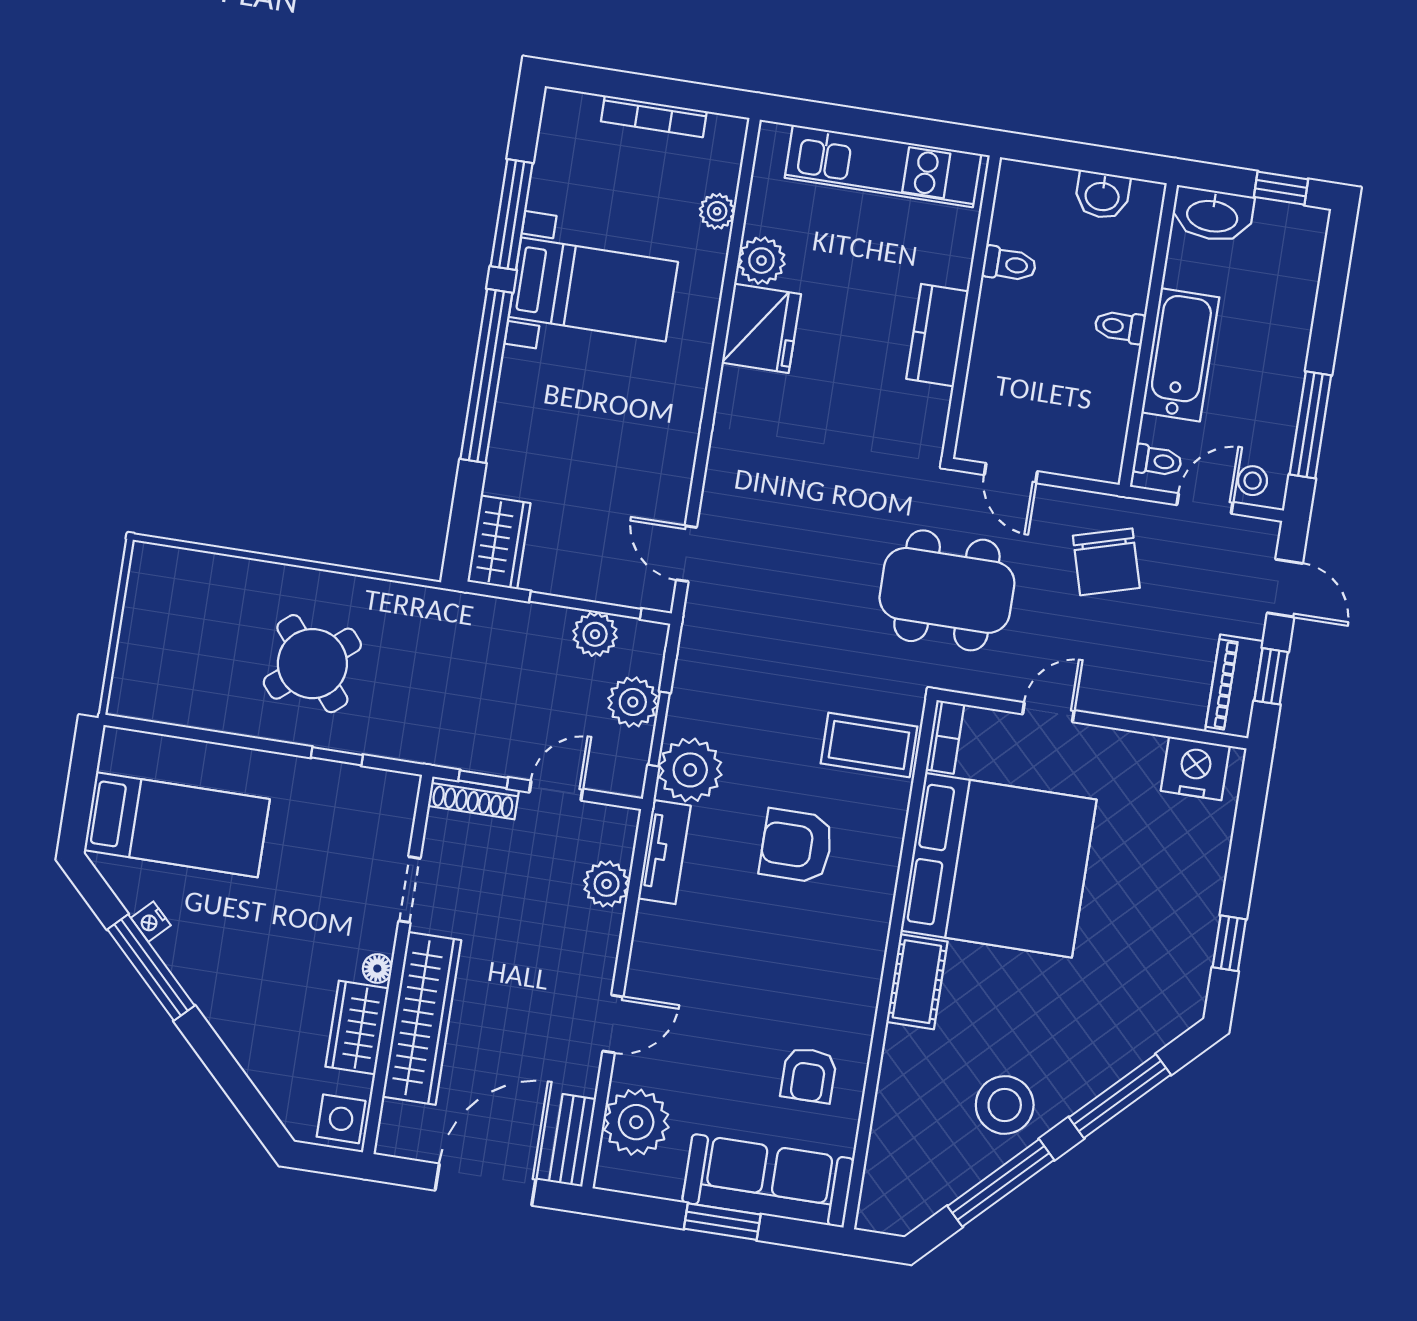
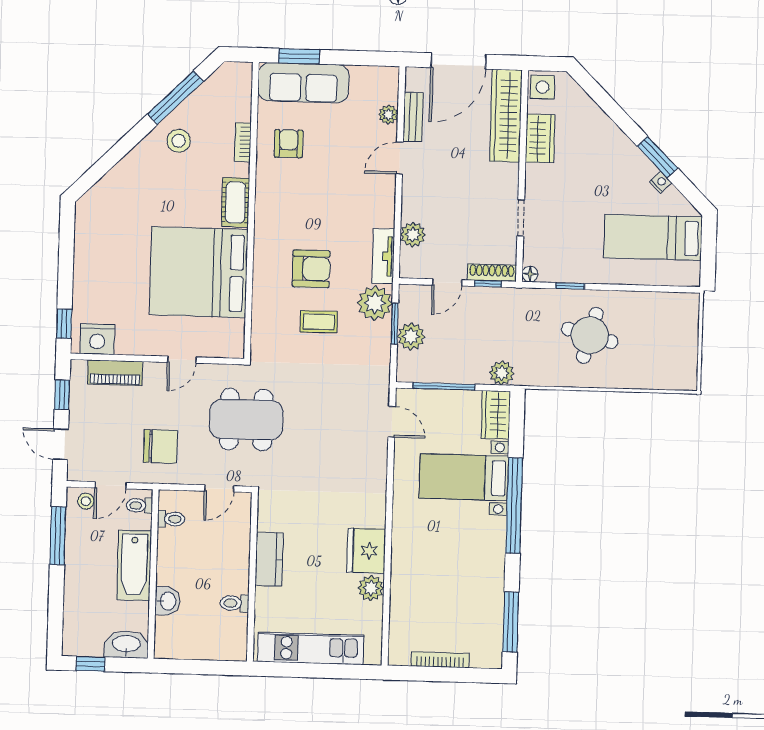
washbasin: (1102, 195) -> (167, 601), moved, turned 90
plant: (717, 211) -> (399, 612), removed
window: (512, 215) -> (511, 622), moved
bed with nightstands: (593, 289) -> (464, 477), moved
toilet: (1120, 327) -> (171, 519), moved
door: (1011, 473) -> (219, 488), swing flipped
chair: (1106, 562) -> (161, 446), turned 106
plant: (595, 634) -> (502, 373), moved
round table: (312, 664) -> (590, 335), turned -35
piano: (1234, 686) -> (115, 373), moved, turned 90
bookcase: (945, 737) -> (243, 142), moved
coffee table: (869, 745) -> (319, 322), moved, width x0.73, depth x0.77
window: (1229, 943) -> (64, 324), moved
window: (151, 967) -> (657, 157), width x0.69
floor lamp: (377, 969) -> (530, 274), moved
wardrobe: (422, 1018) -> (506, 116), moved
window: (1120, 1096) -> (116, 154), removed
stool: (1005, 1105) -> (179, 141), width x0.73, depth x0.73
plant: (636, 1122) -> (388, 115), width x0.53, depth x0.53
bench: (572, 1140) -> (413, 117), moved
window: (722, 1222) -> (299, 56), moved

